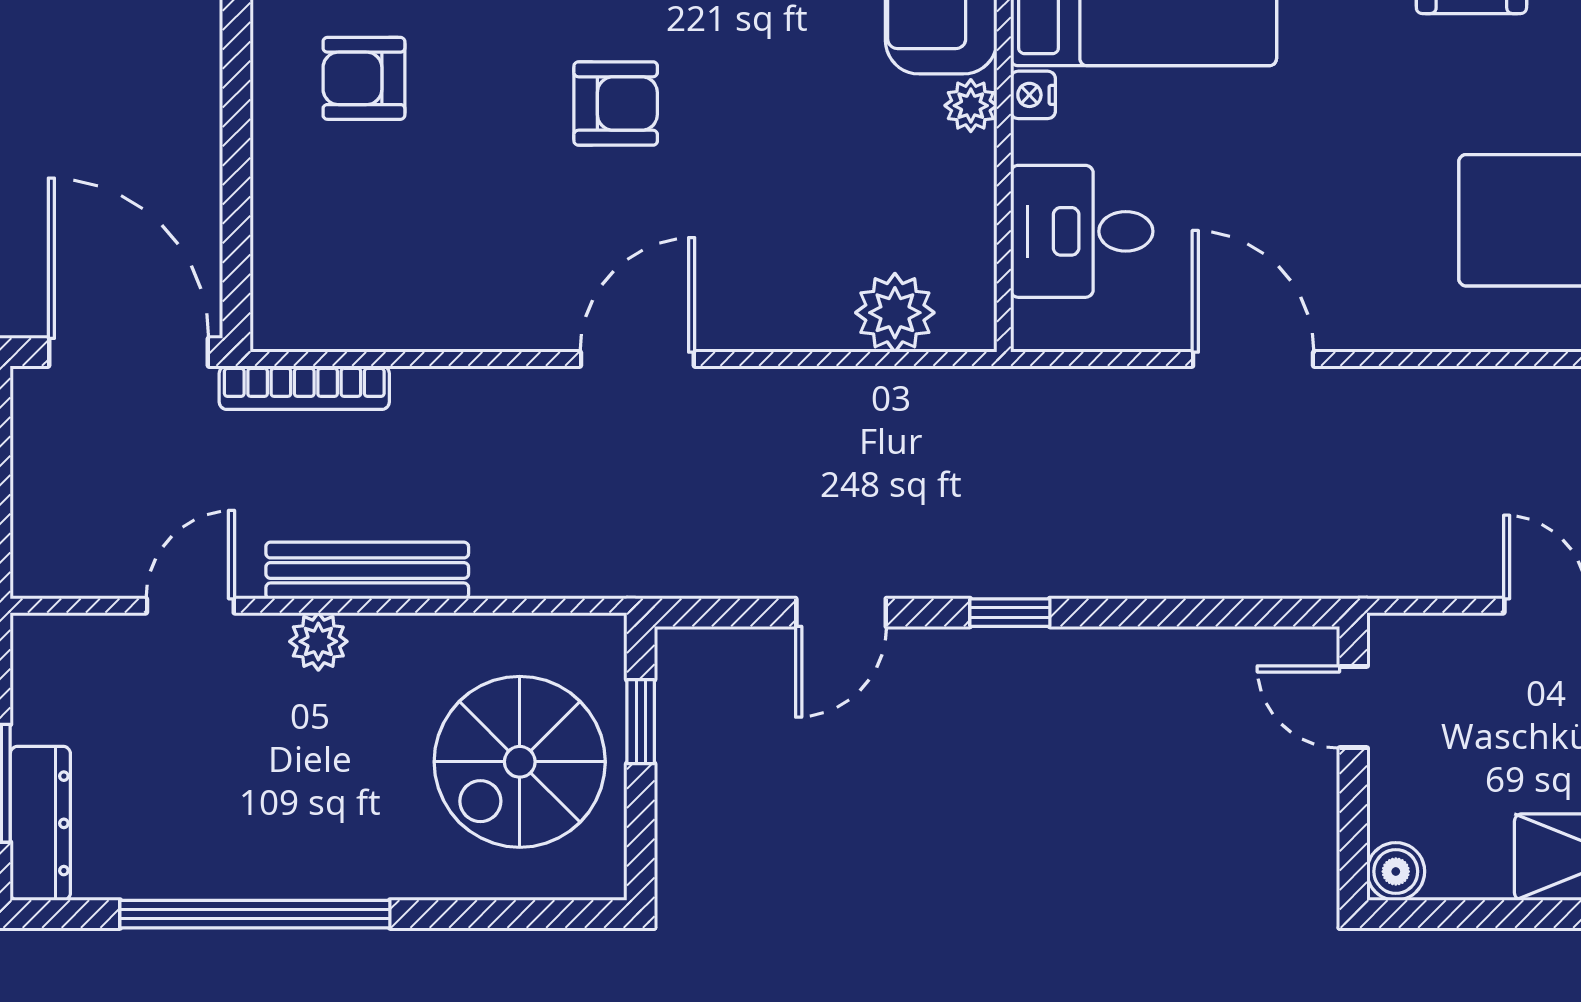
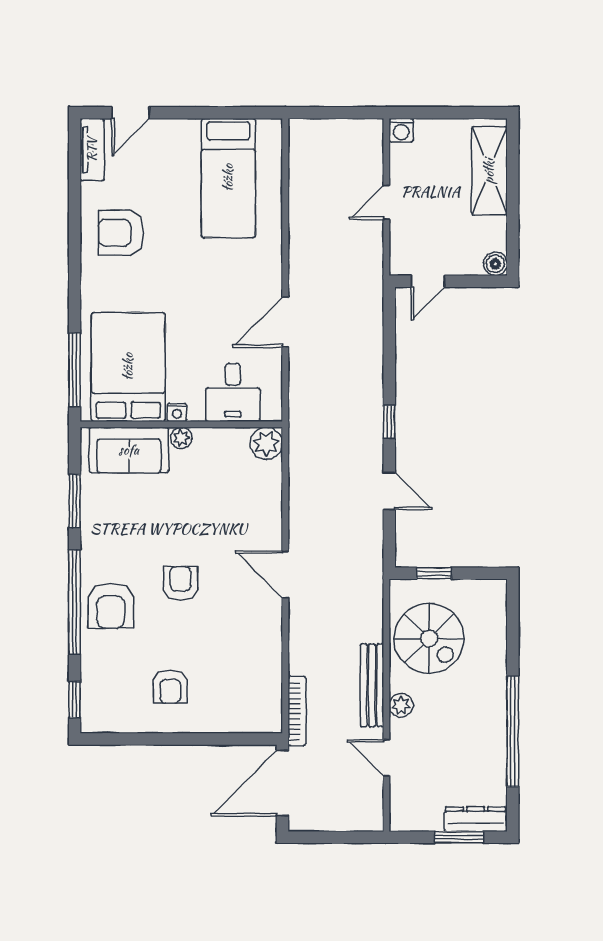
plant: (895, 313) -> (266, 443), moved
spiral stairs: (520, 762) -> (429, 638), moved

